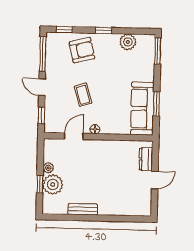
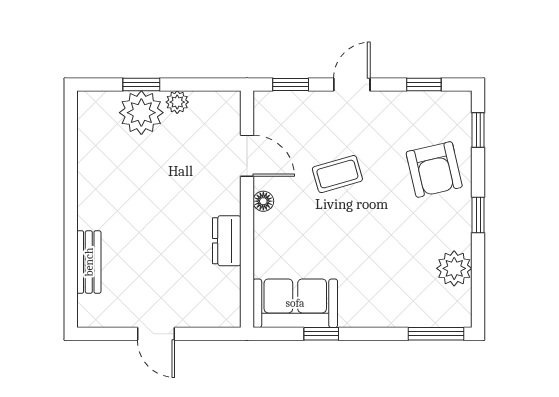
window: (43, 54) -> (424, 84), width x0.46
window: (156, 104) -> (321, 334), width x0.67
sofa: (142, 109) -> (295, 303), width x0.73
dresser: (146, 159) -> (227, 241), moved, turned -90
bench: (83, 209) -> (89, 262), moved

